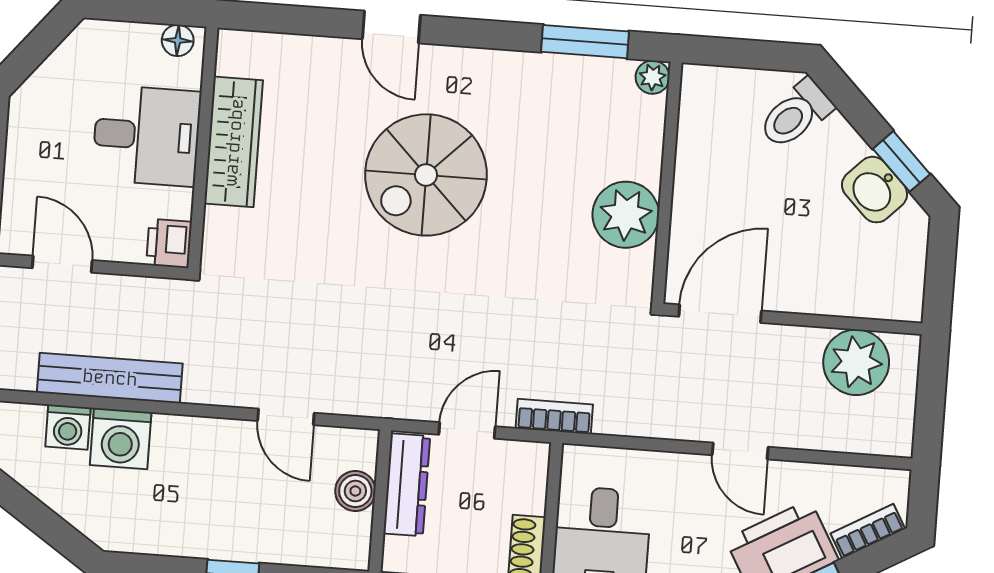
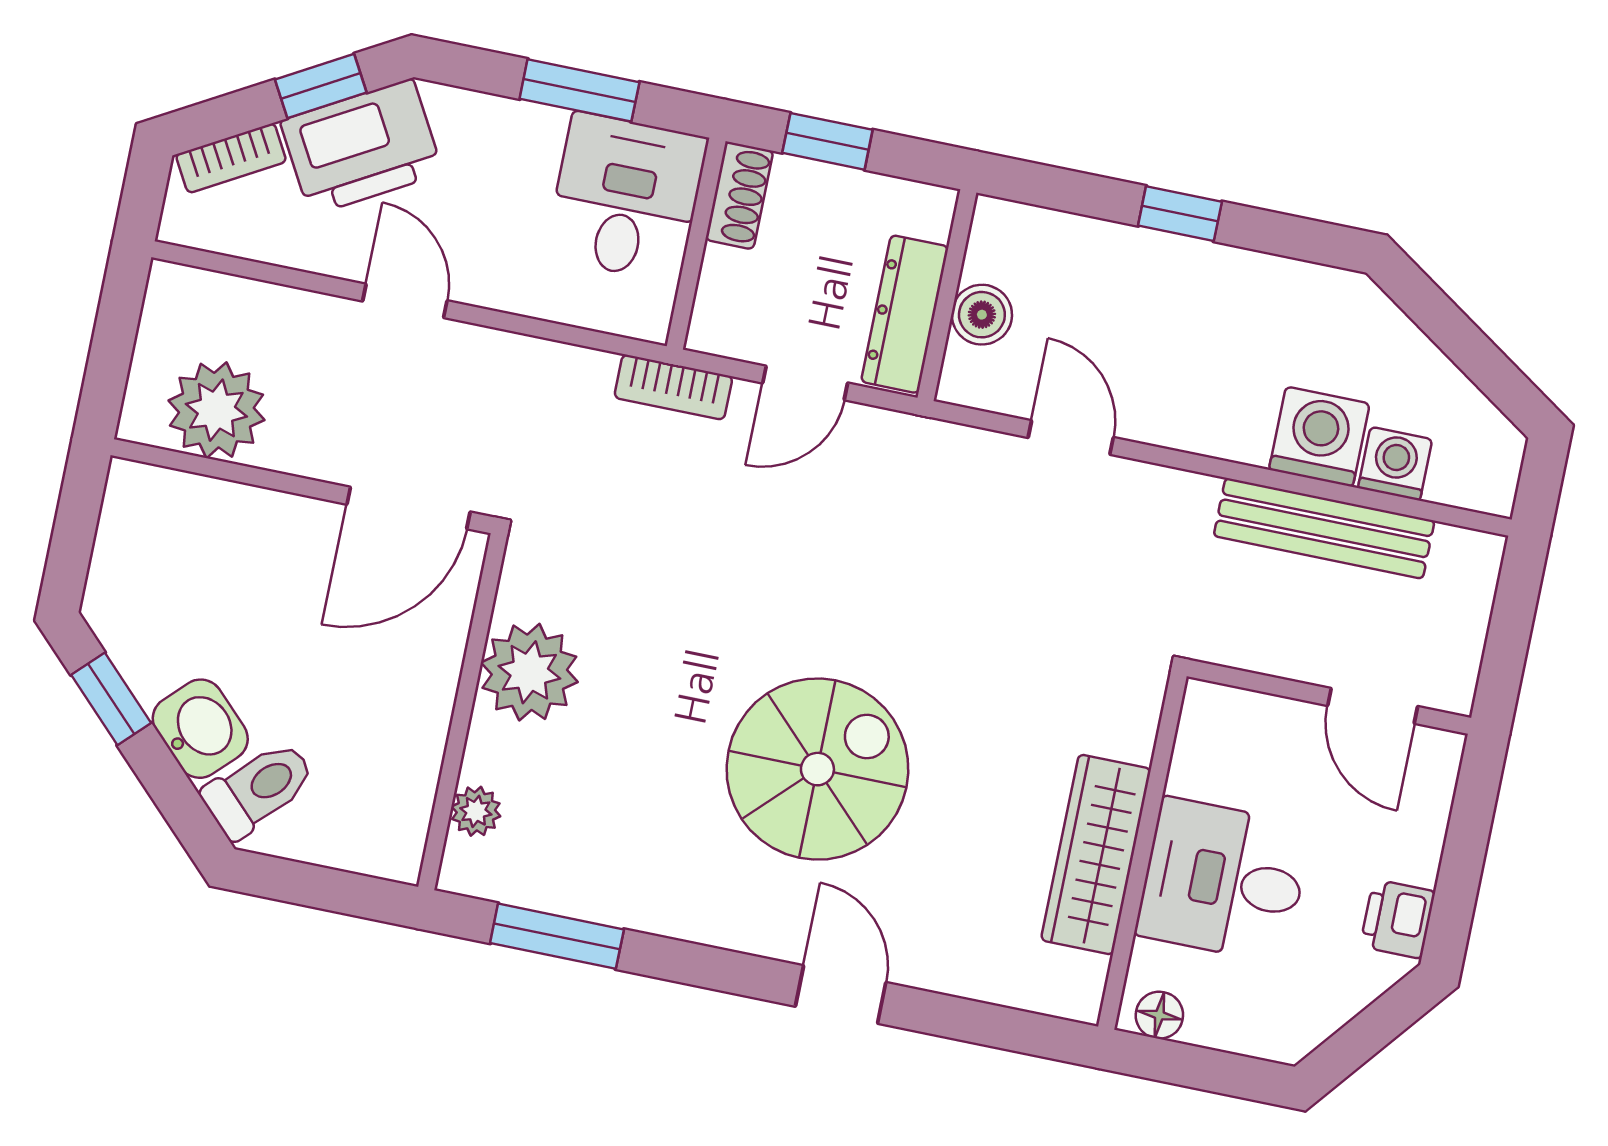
plant: (653, 77) -> (476, 811), moved
washbasin: (875, 190) -> (200, 729), moved
printer: (169, 243) -> (1398, 919), moved, turned 180

